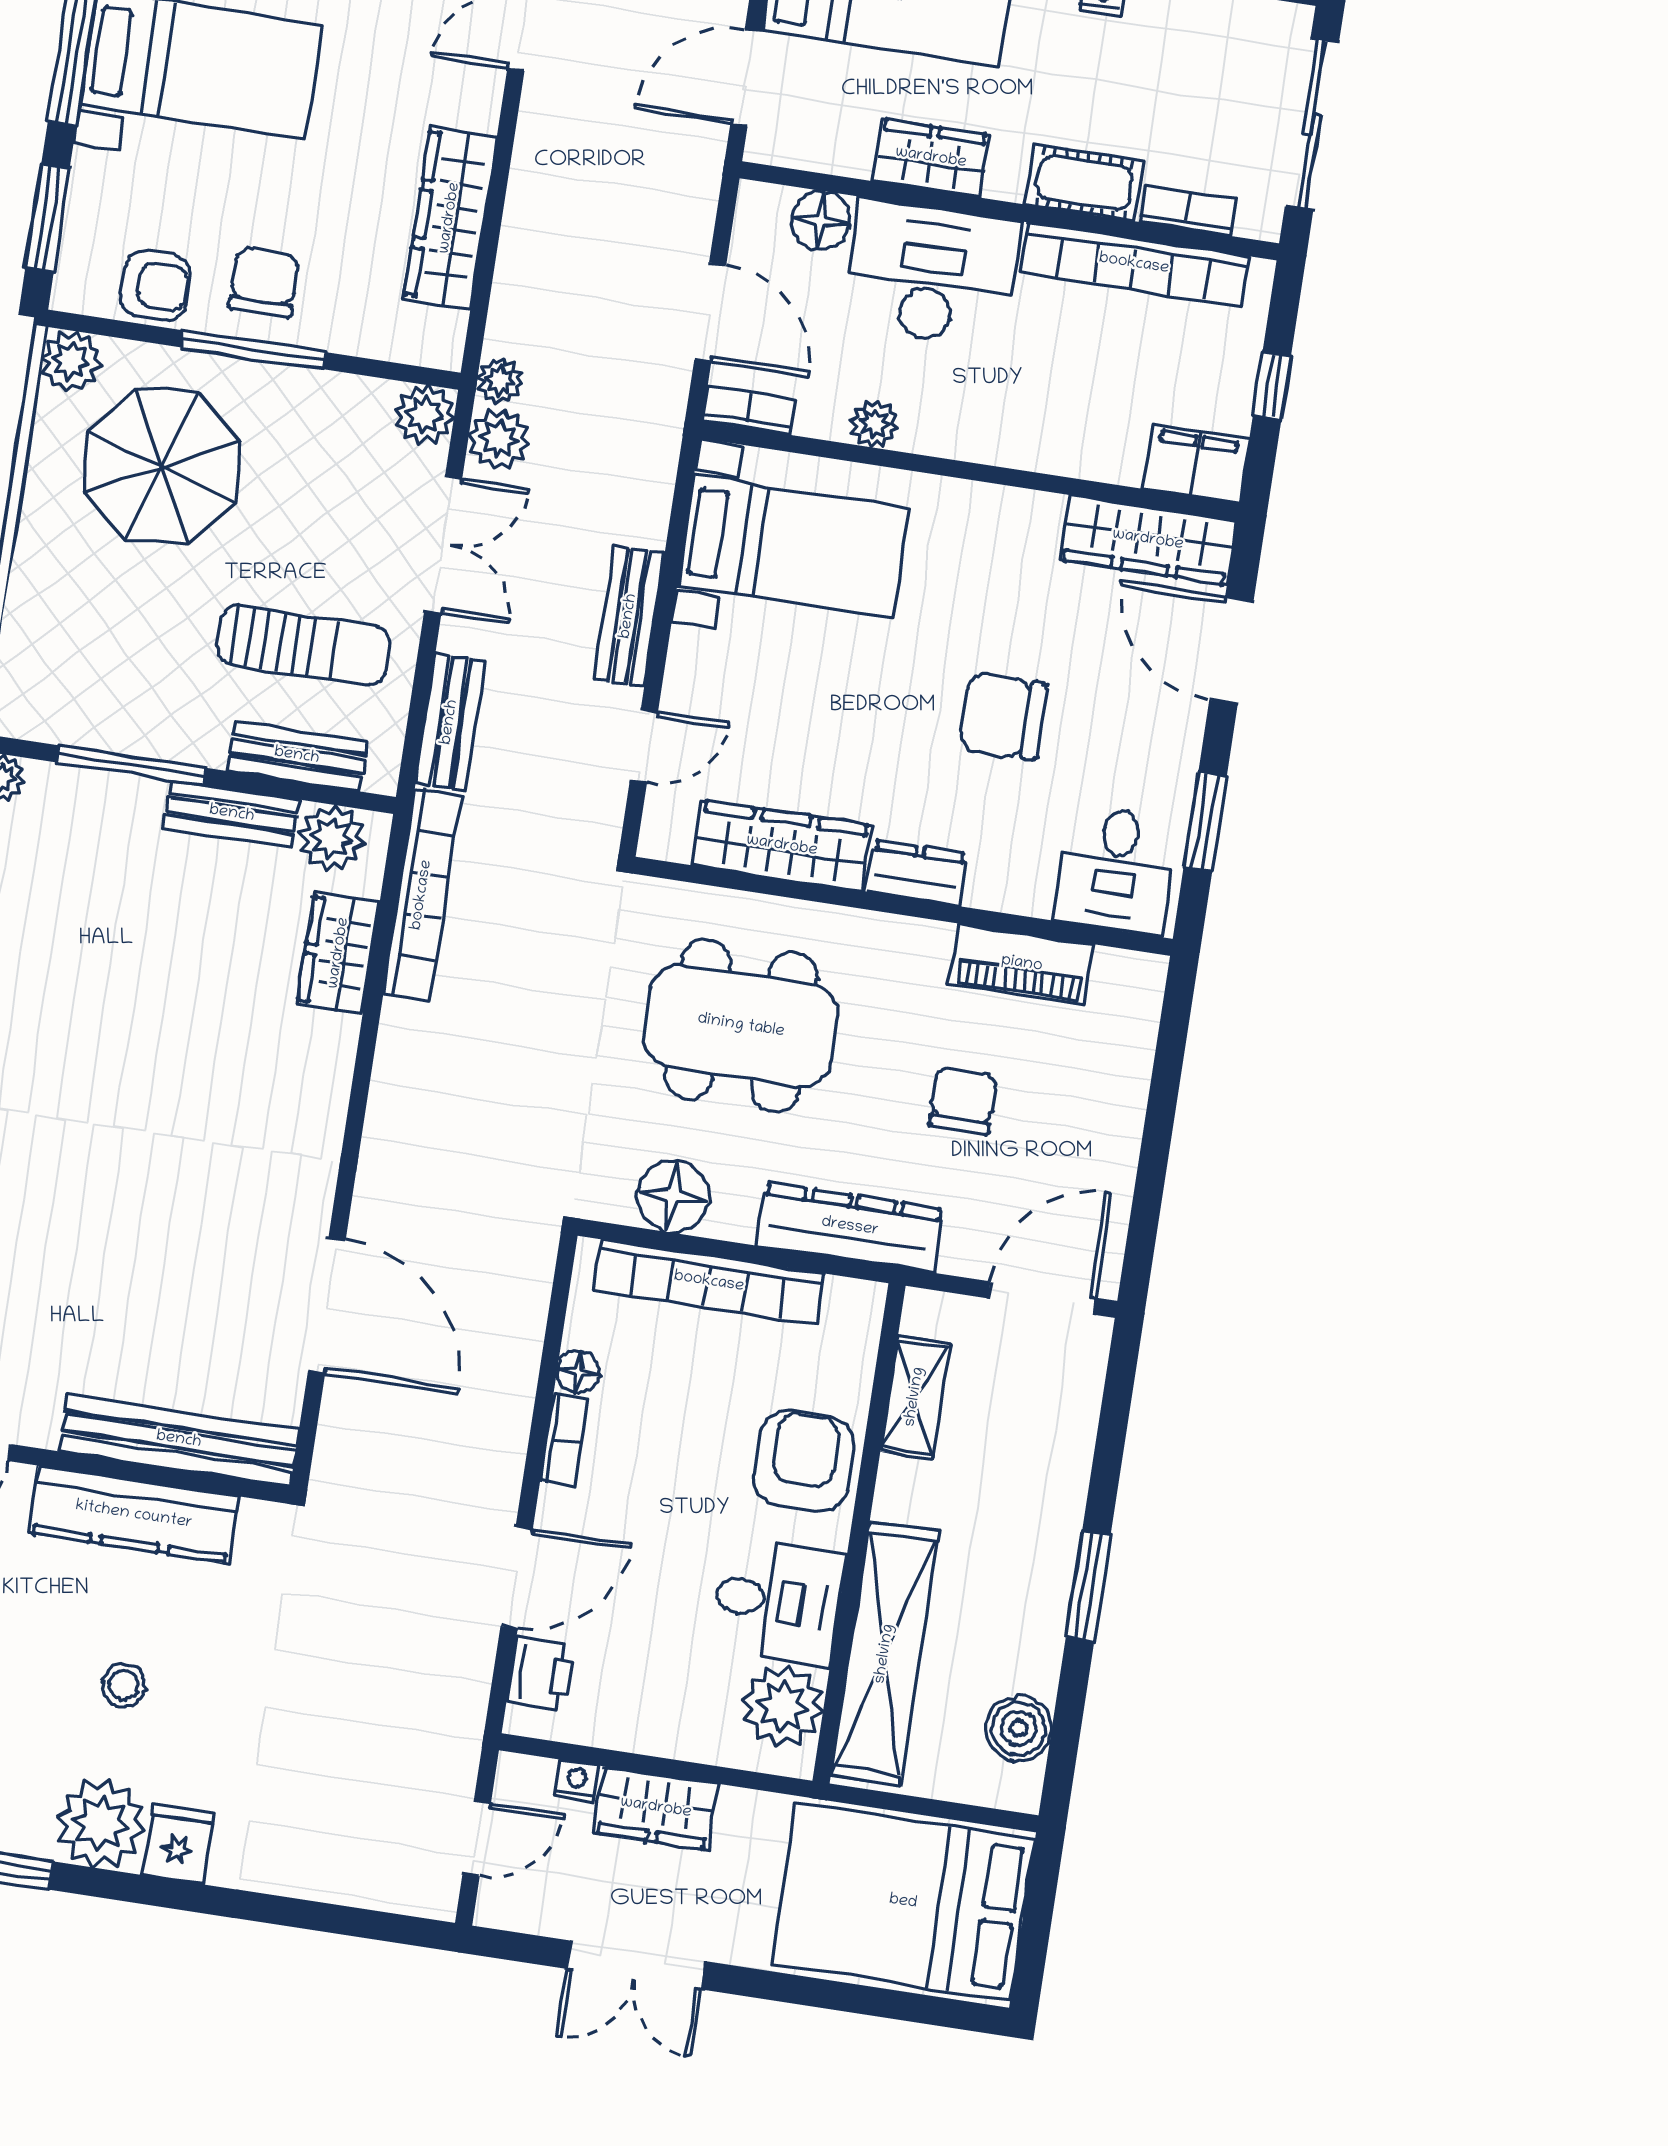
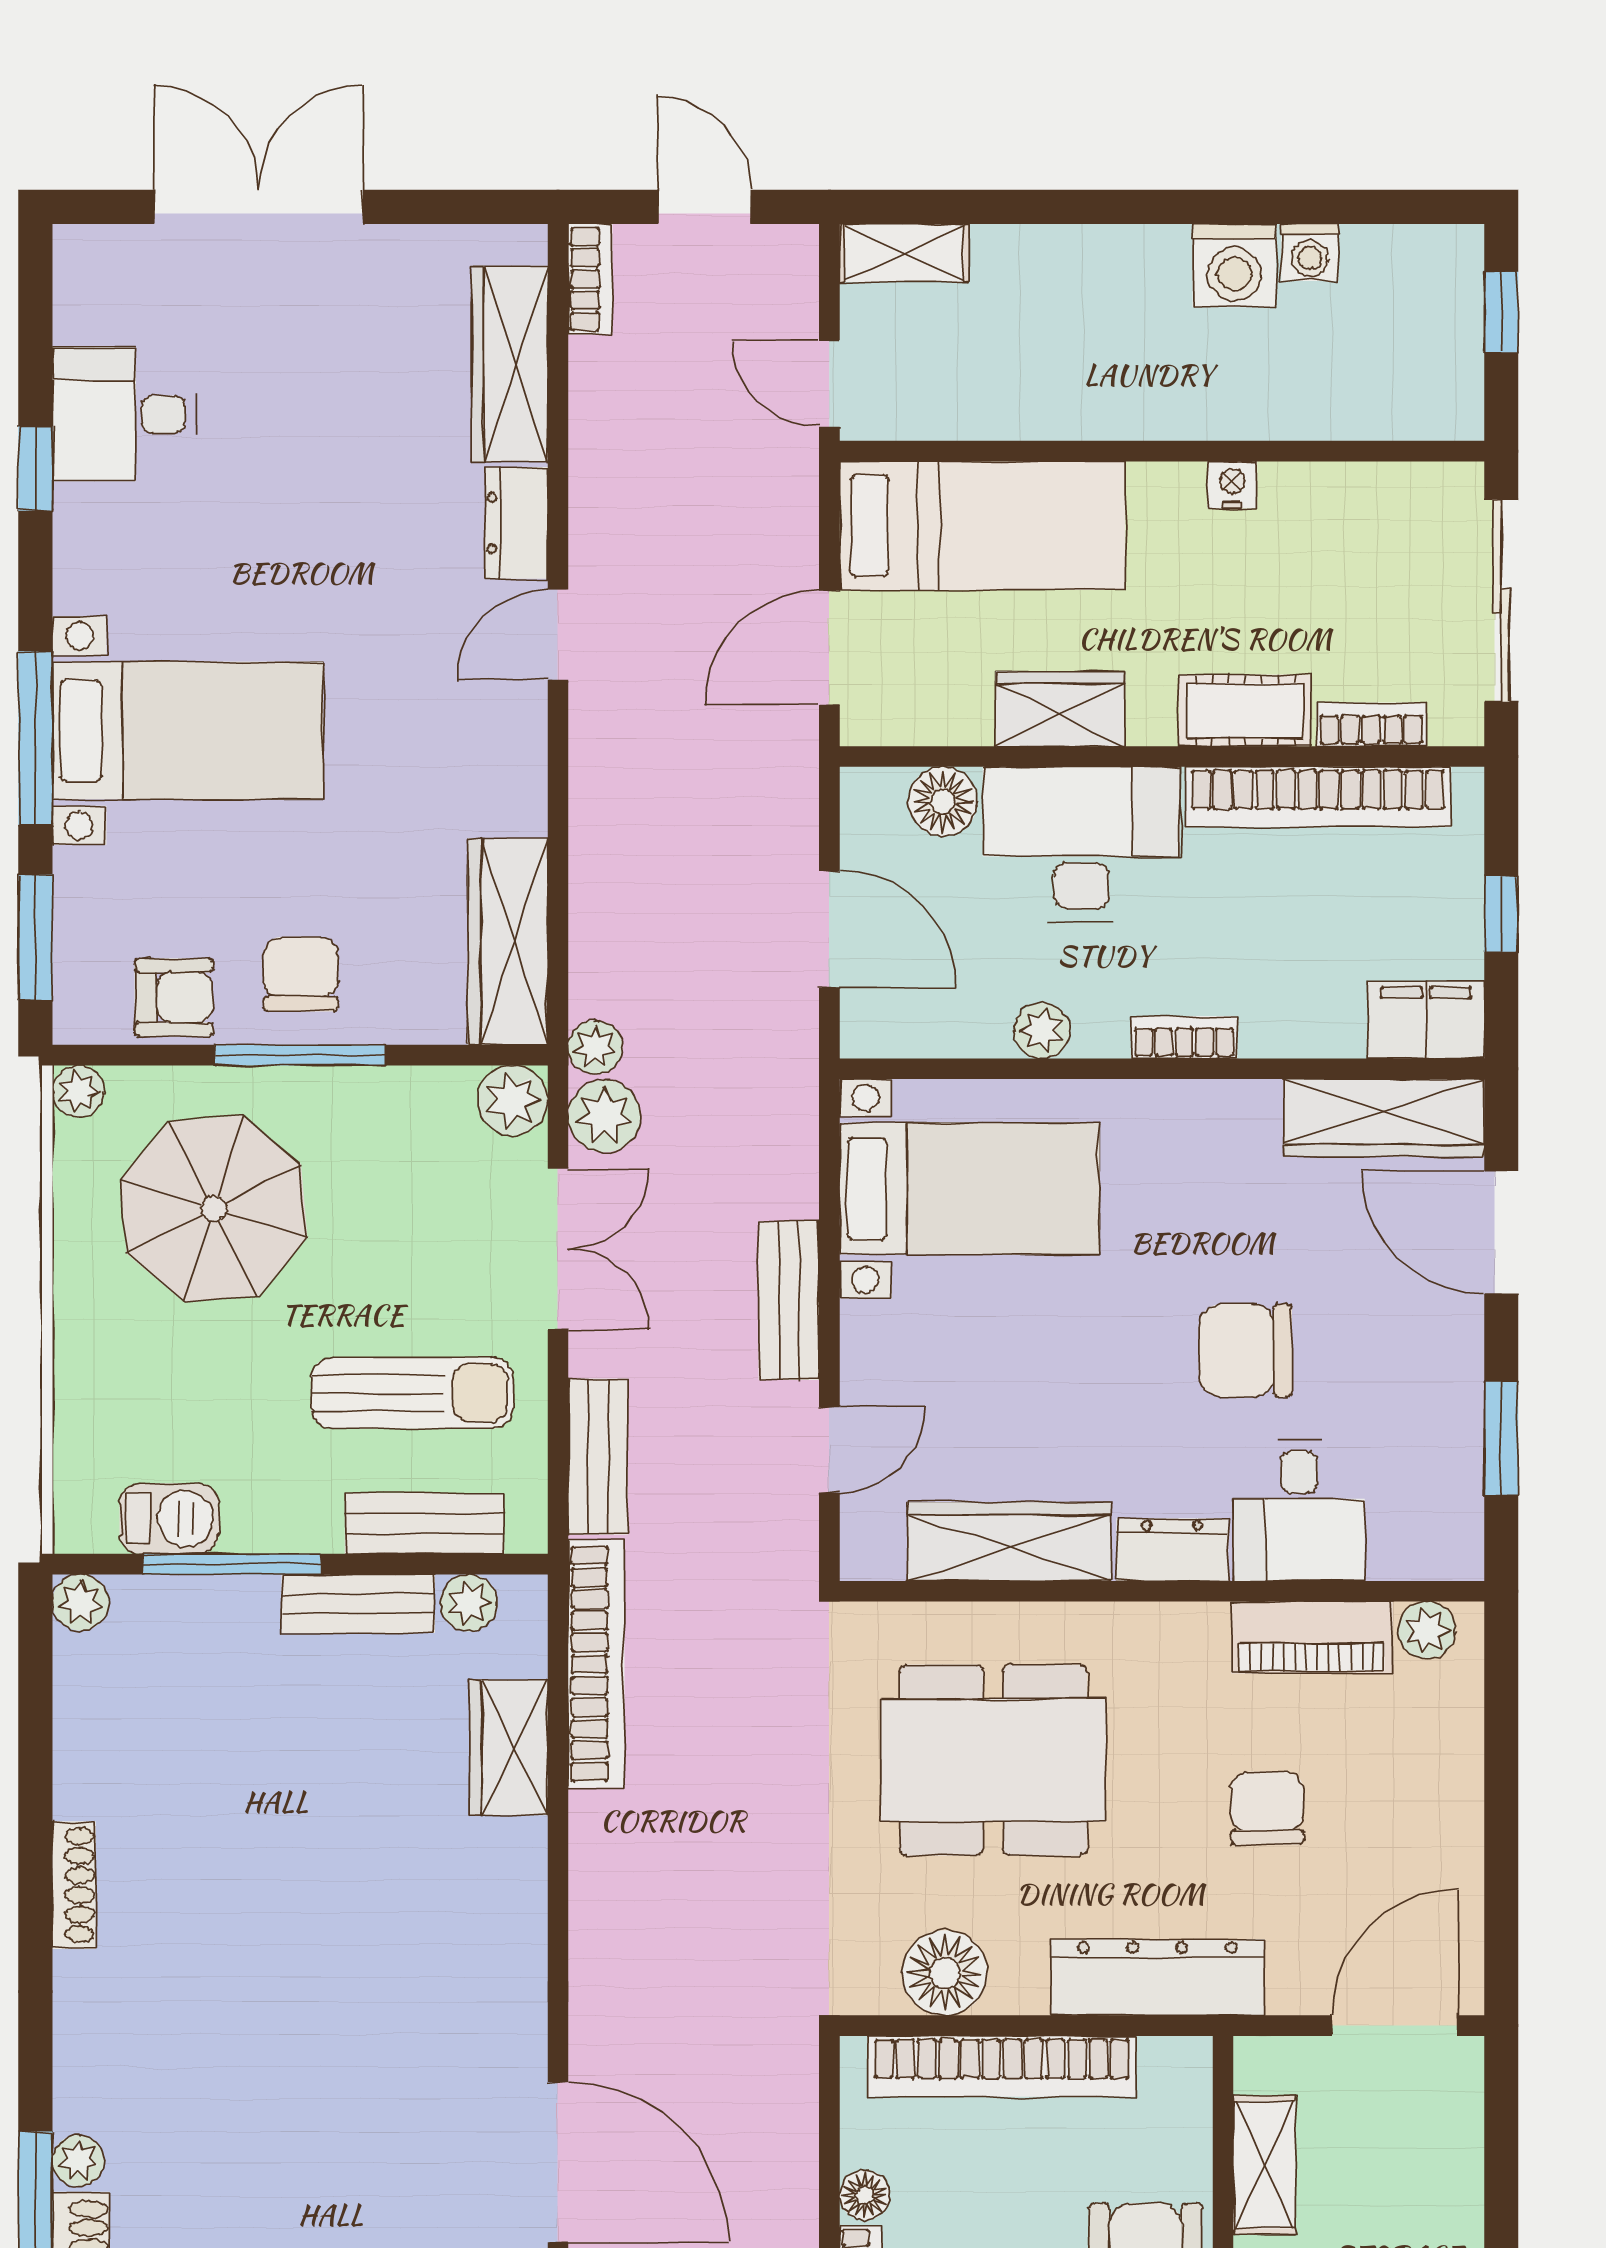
wardrobe: (450, 218) -> (508, 942), moved
plant: (71, 361) -> (78, 1091), width x0.73, depth x0.73
bookcase: (749, 410) -> (1184, 1037), moved
barbecue: (85, 719) -> (169, 1519), added
plant: (331, 838) -> (469, 1603), width x0.73, depth x0.73
desk: (1115, 870) -> (1299, 1510), moved
plant: (1119, 973) -> (1427, 1630), added

